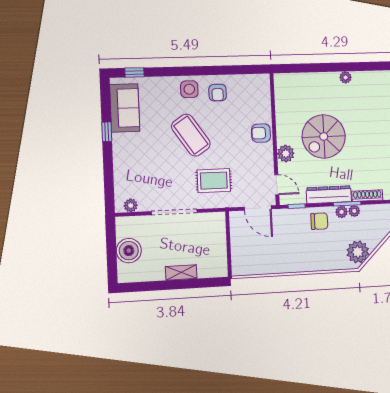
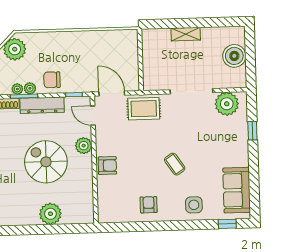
plant: (346, 77) -> (50, 214), moved, width x1.87, depth x1.87
side table: (189, 89) -> (194, 205), moved
window: (107, 132) -> (252, 131), moved
coffee table: (191, 135) -> (175, 164), width x0.54, depth x0.58
spiral stairs: (324, 136) -> (46, 162), turned -90
rug: (214, 181) -> (144, 109), moved
plant: (131, 205) -> (227, 104), width x1.87, depth x1.87

